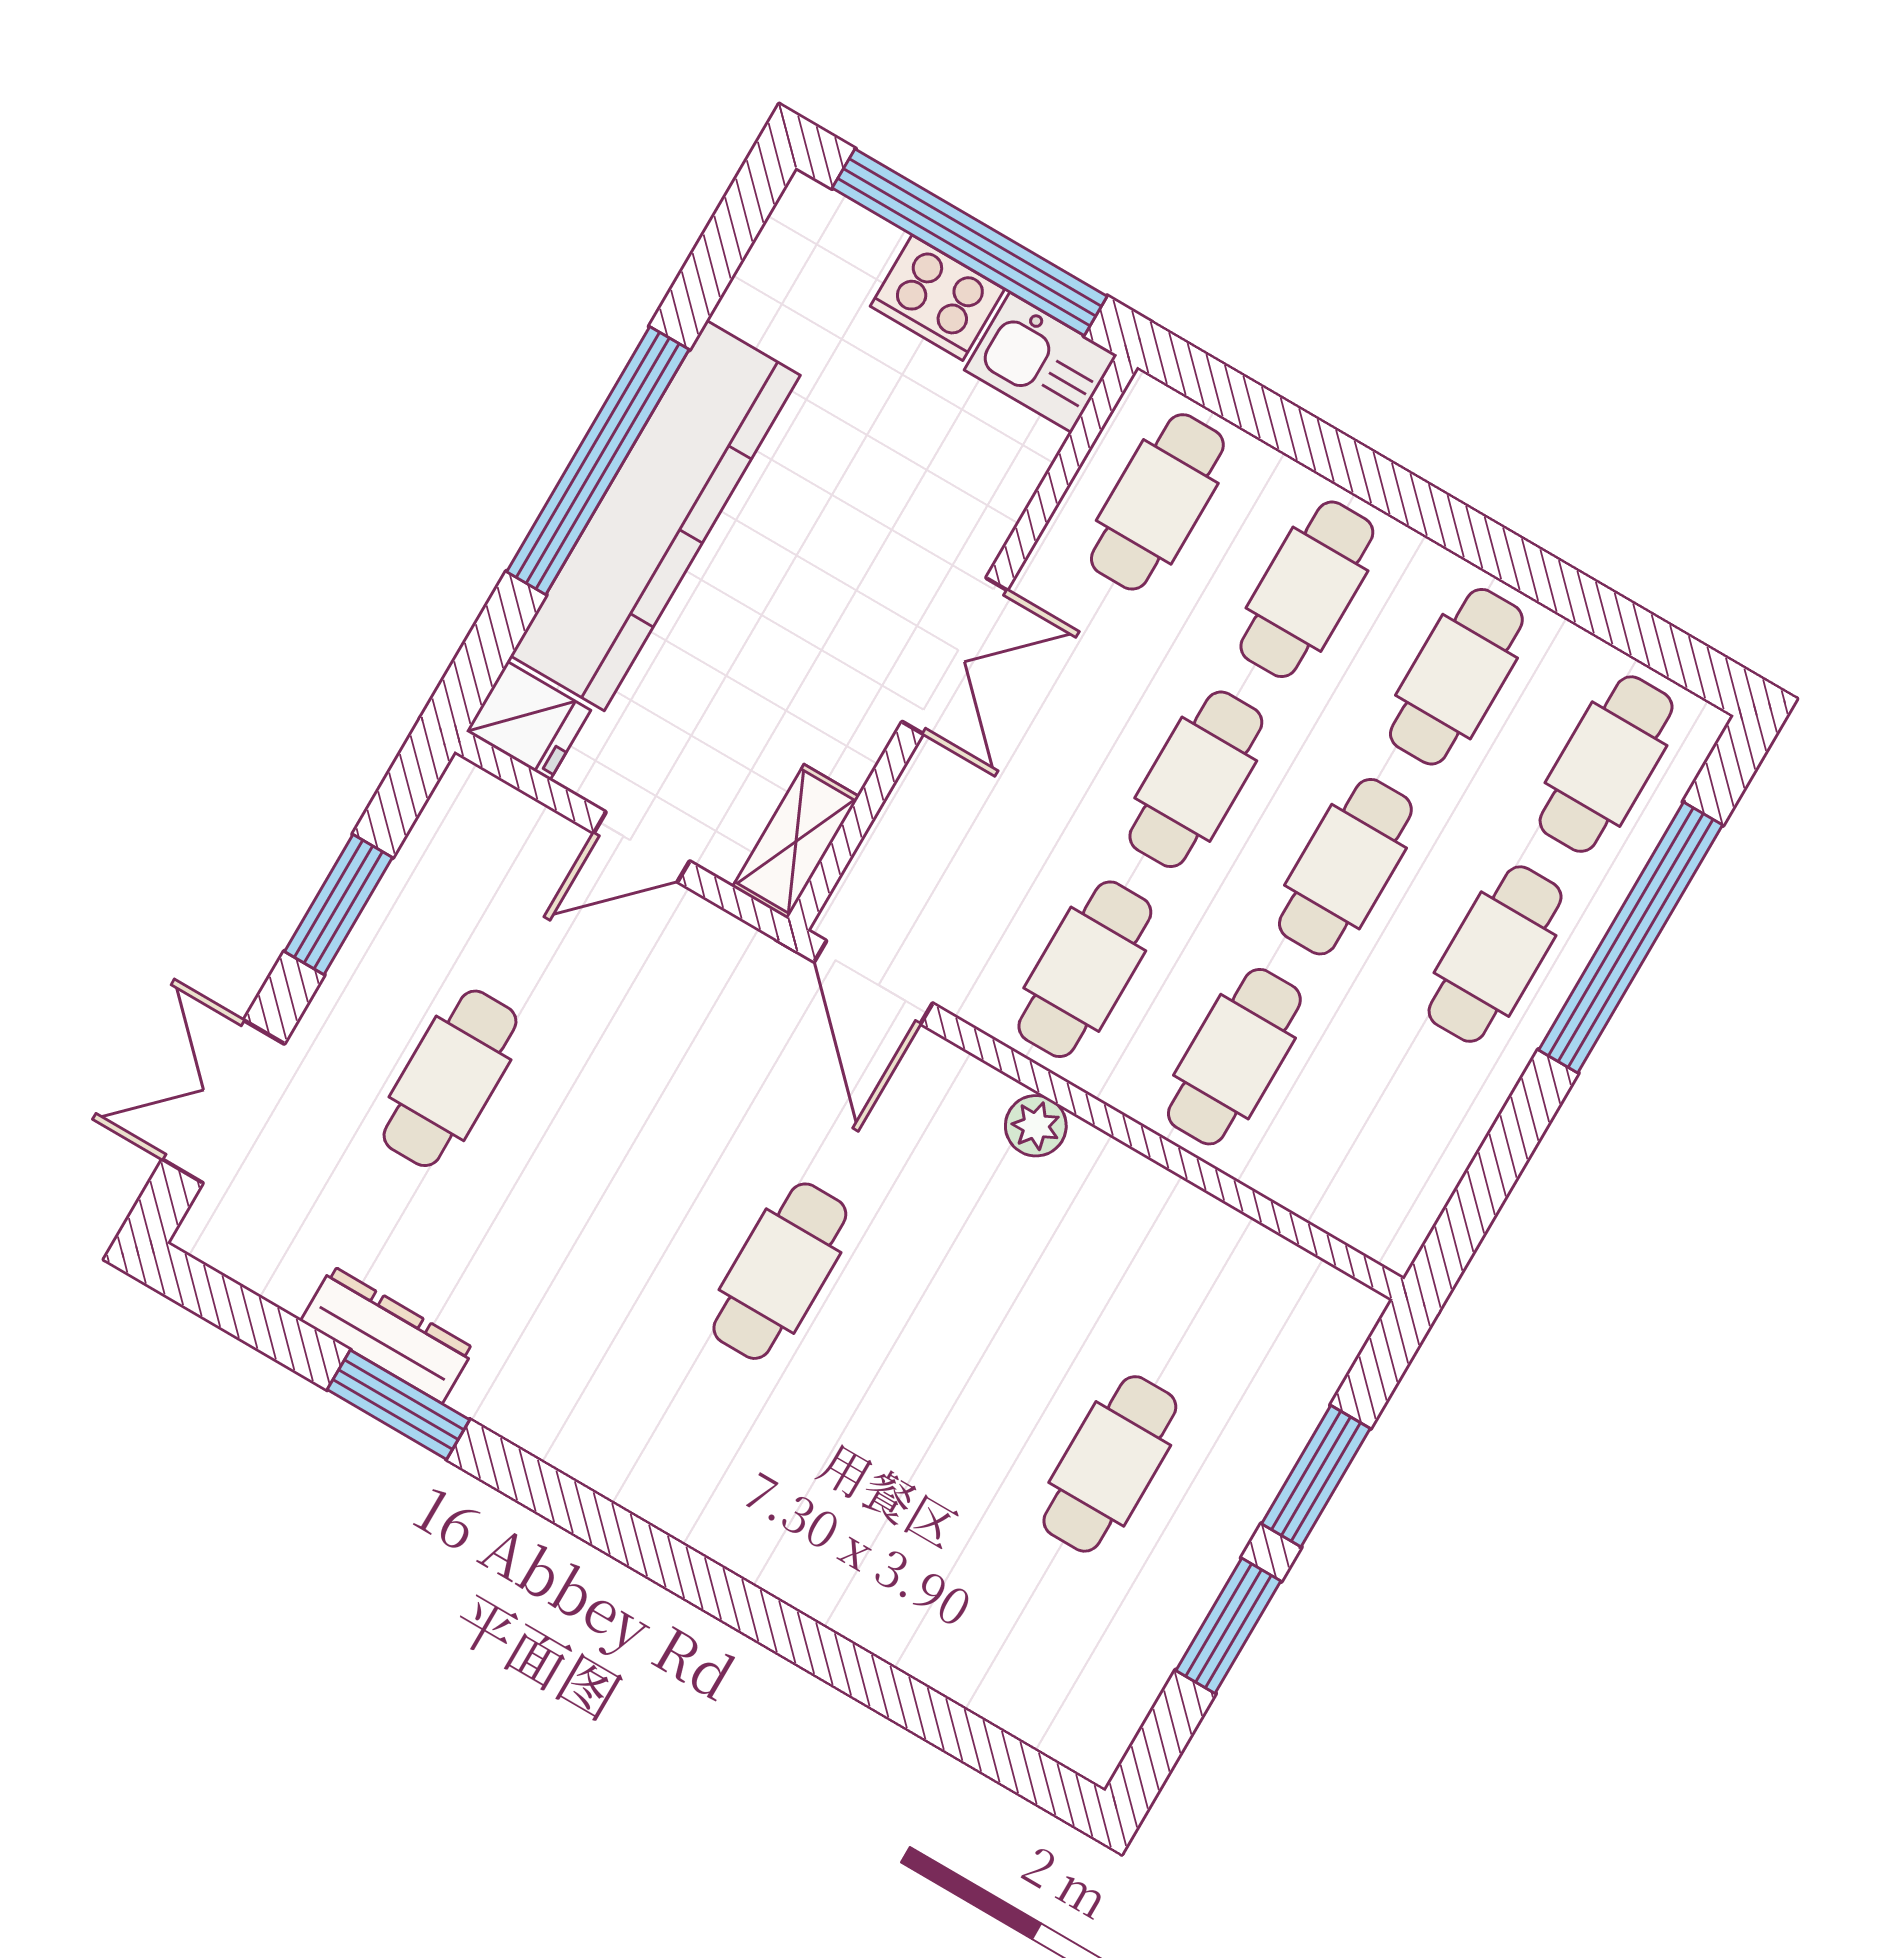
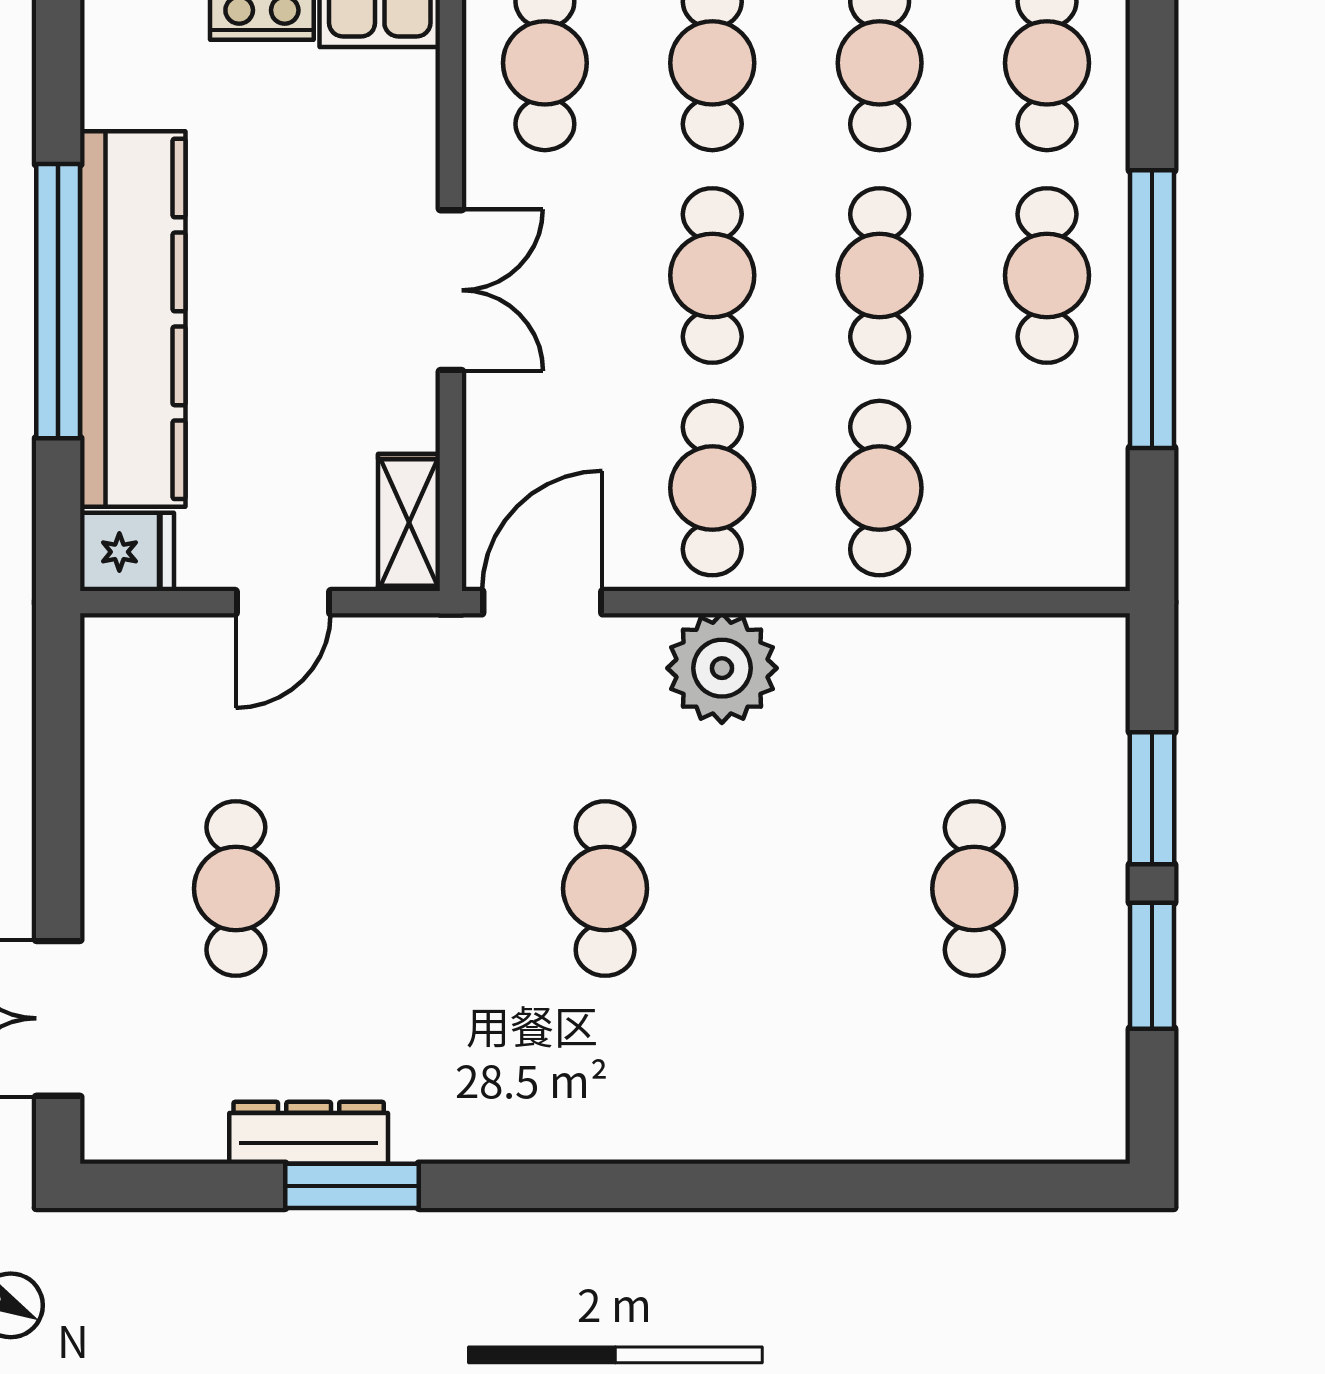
window: (338, 904) -> (58, 798), removed
window: (1631, 937) -> (1152, 309), moved
door: (873, 982) -> (542, 602), swing flipped
plant: (1036, 1126) -> (722, 668), width x1.88, depth x1.88

